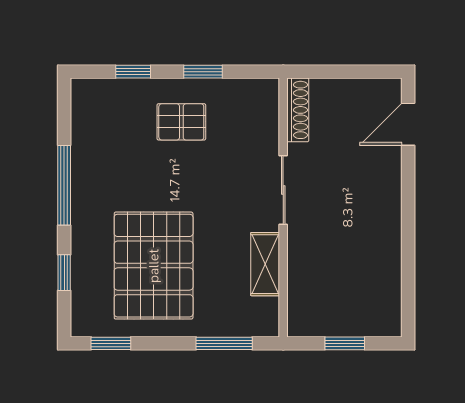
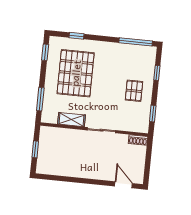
window: (203, 72) -> (153, 114), moved
shoe rack: (298, 110) -> (138, 140), width x0.70
window: (64, 185) -> (136, 42), moved
pallet: (154, 266) -> (76, 73), turned 90

